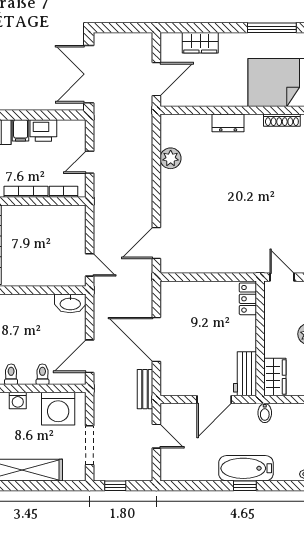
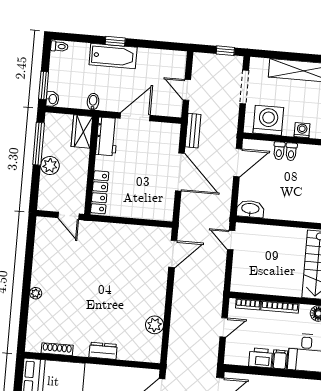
locker: (248, 299) -> (100, 192), width x1.53
toilet: (11, 374) -> (291, 152), moved

